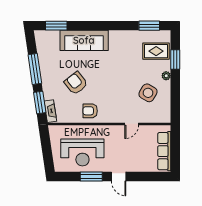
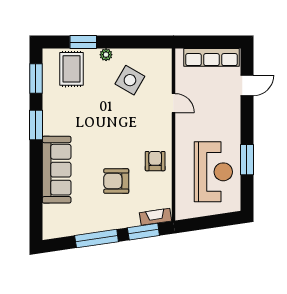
window: (56, 26) -> (36, 125), moved
armchair: (76, 83) -> (116, 181), turned 38
armchair: (90, 111) -> (155, 161), turned 180
door: (119, 177) -> (247, 85), moved

